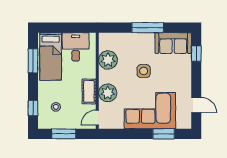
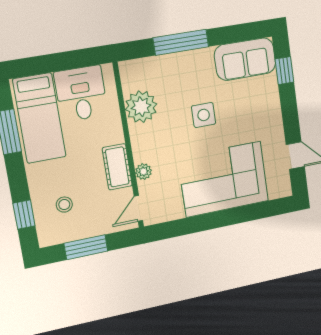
window: (148, 28) -> (181, 42), moved
plant: (108, 93) -> (143, 172), width x0.53, depth x0.53
window: (164, 134) -> (250, 213), removed

